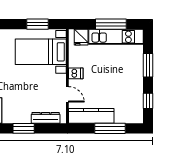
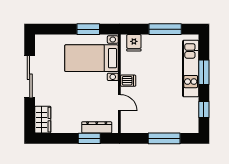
kitchen unit: (116, 37) -> (191, 69), moved, turned 90
kitchen counter: (91, 116) -> (144, 125), removed
window: (24, 128) -> (89, 138), moved

